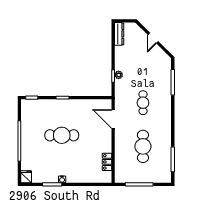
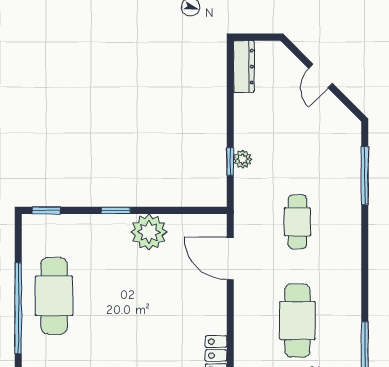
plant: (77, 107) -> (149, 232), added
cafe table: (62, 135) -> (54, 296), moved, turned 90

